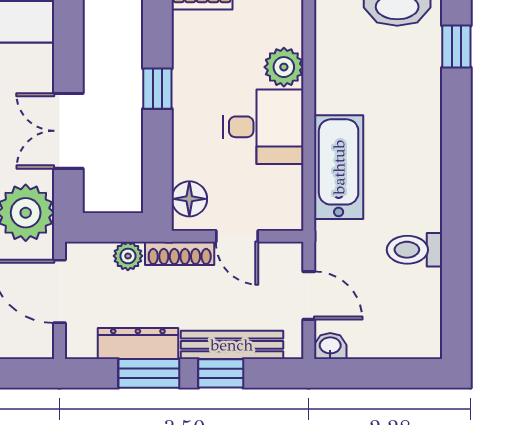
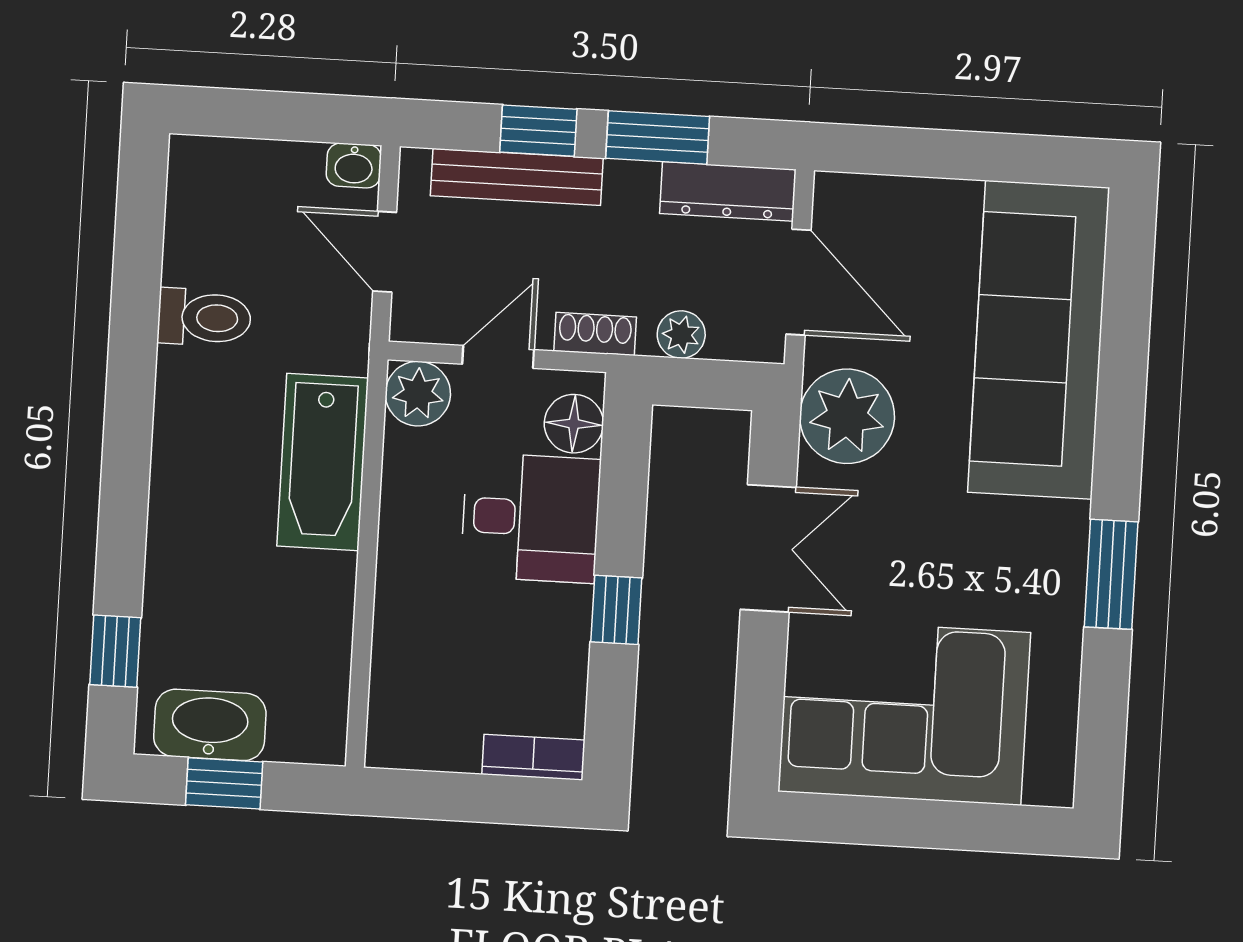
plant: (284, 67) -> (418, 394), moved
desk: (263, 127) -> (531, 518), moved, turned 180
door: (237, 236) -> (498, 357), hinge flipped
shoe rack: (180, 253) -> (595, 334), width x0.70
dresser: (138, 343) -> (728, 191), moved

